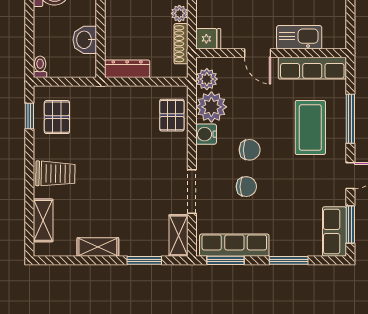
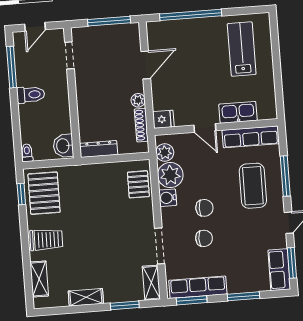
washbasin: (85, 40) -> (63, 146), moved
pallet: (57, 117) -> (44, 193), width x1.50, depth x1.42

